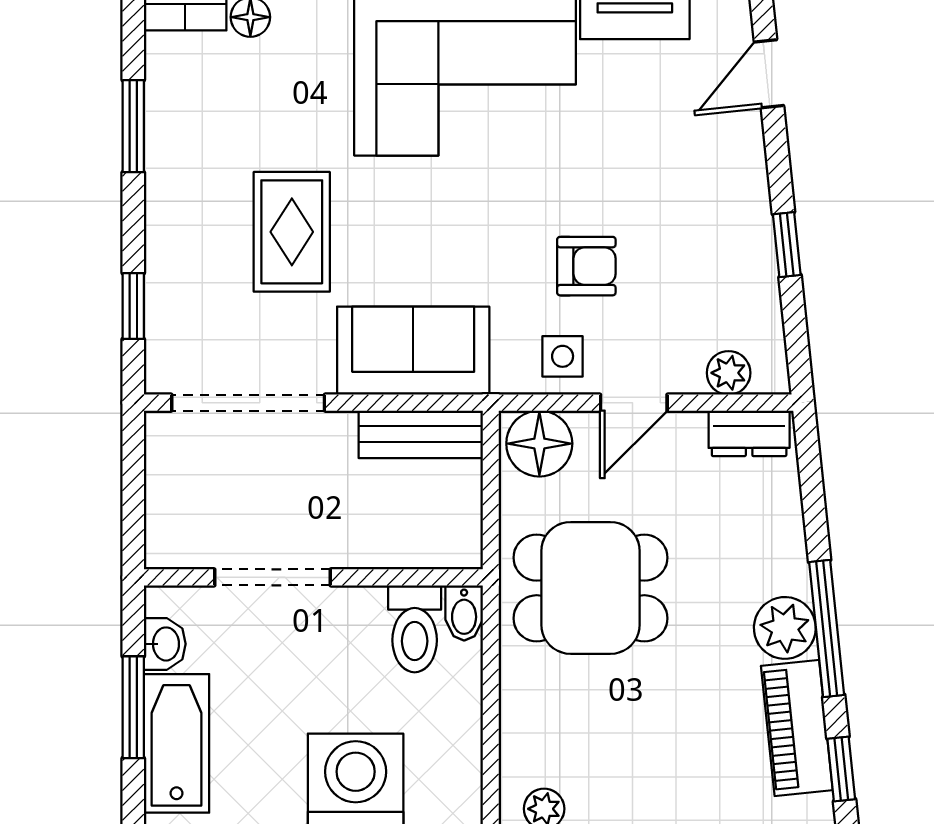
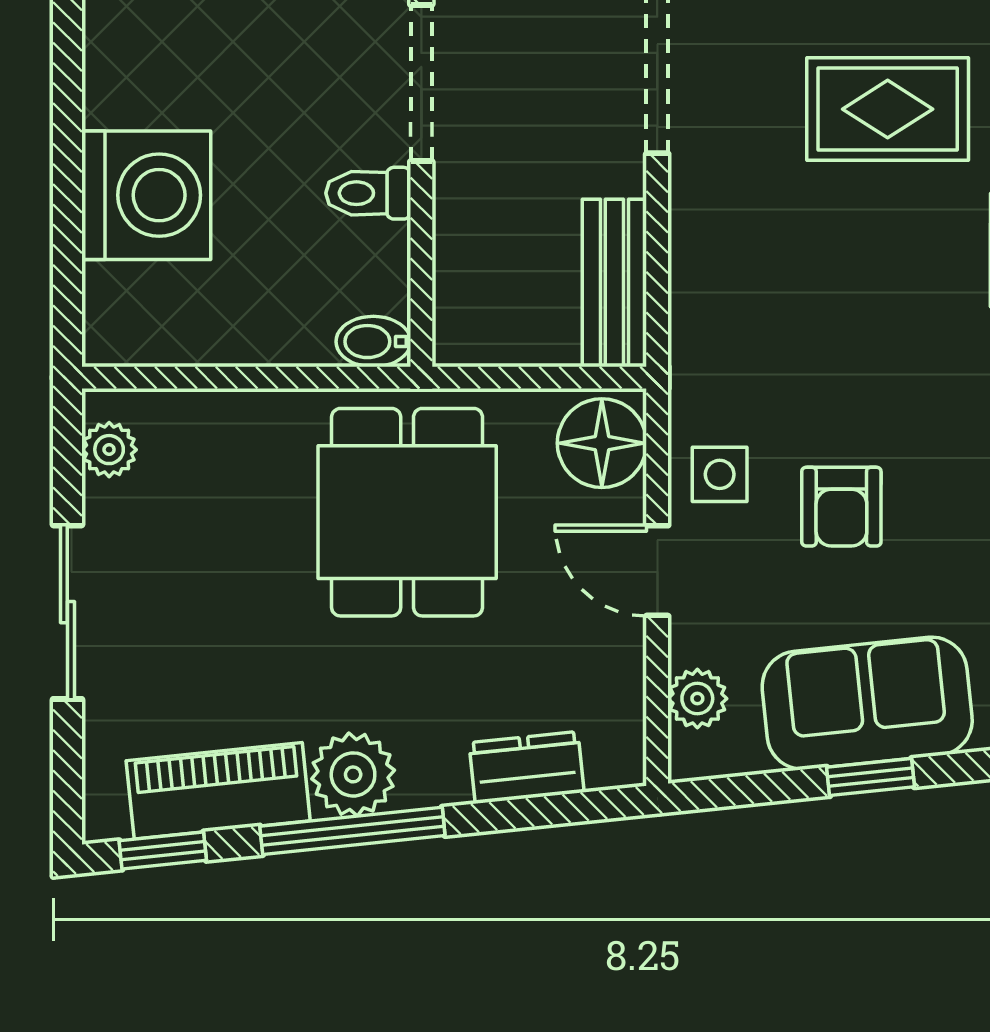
sofa: (413, 351) -> (867, 703), moved, turned -96
dresser: (749, 433) -> (527, 768), moved, turned 84
toilet: (415, 629) -> (368, 193), moved, width x0.73, depth x0.72

